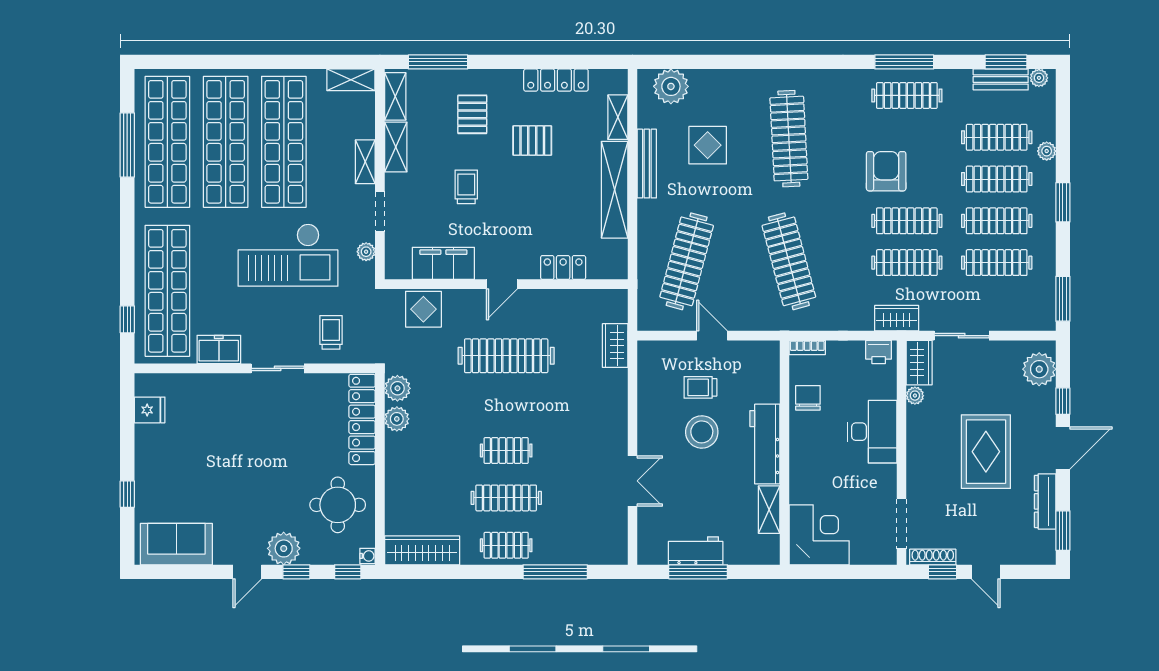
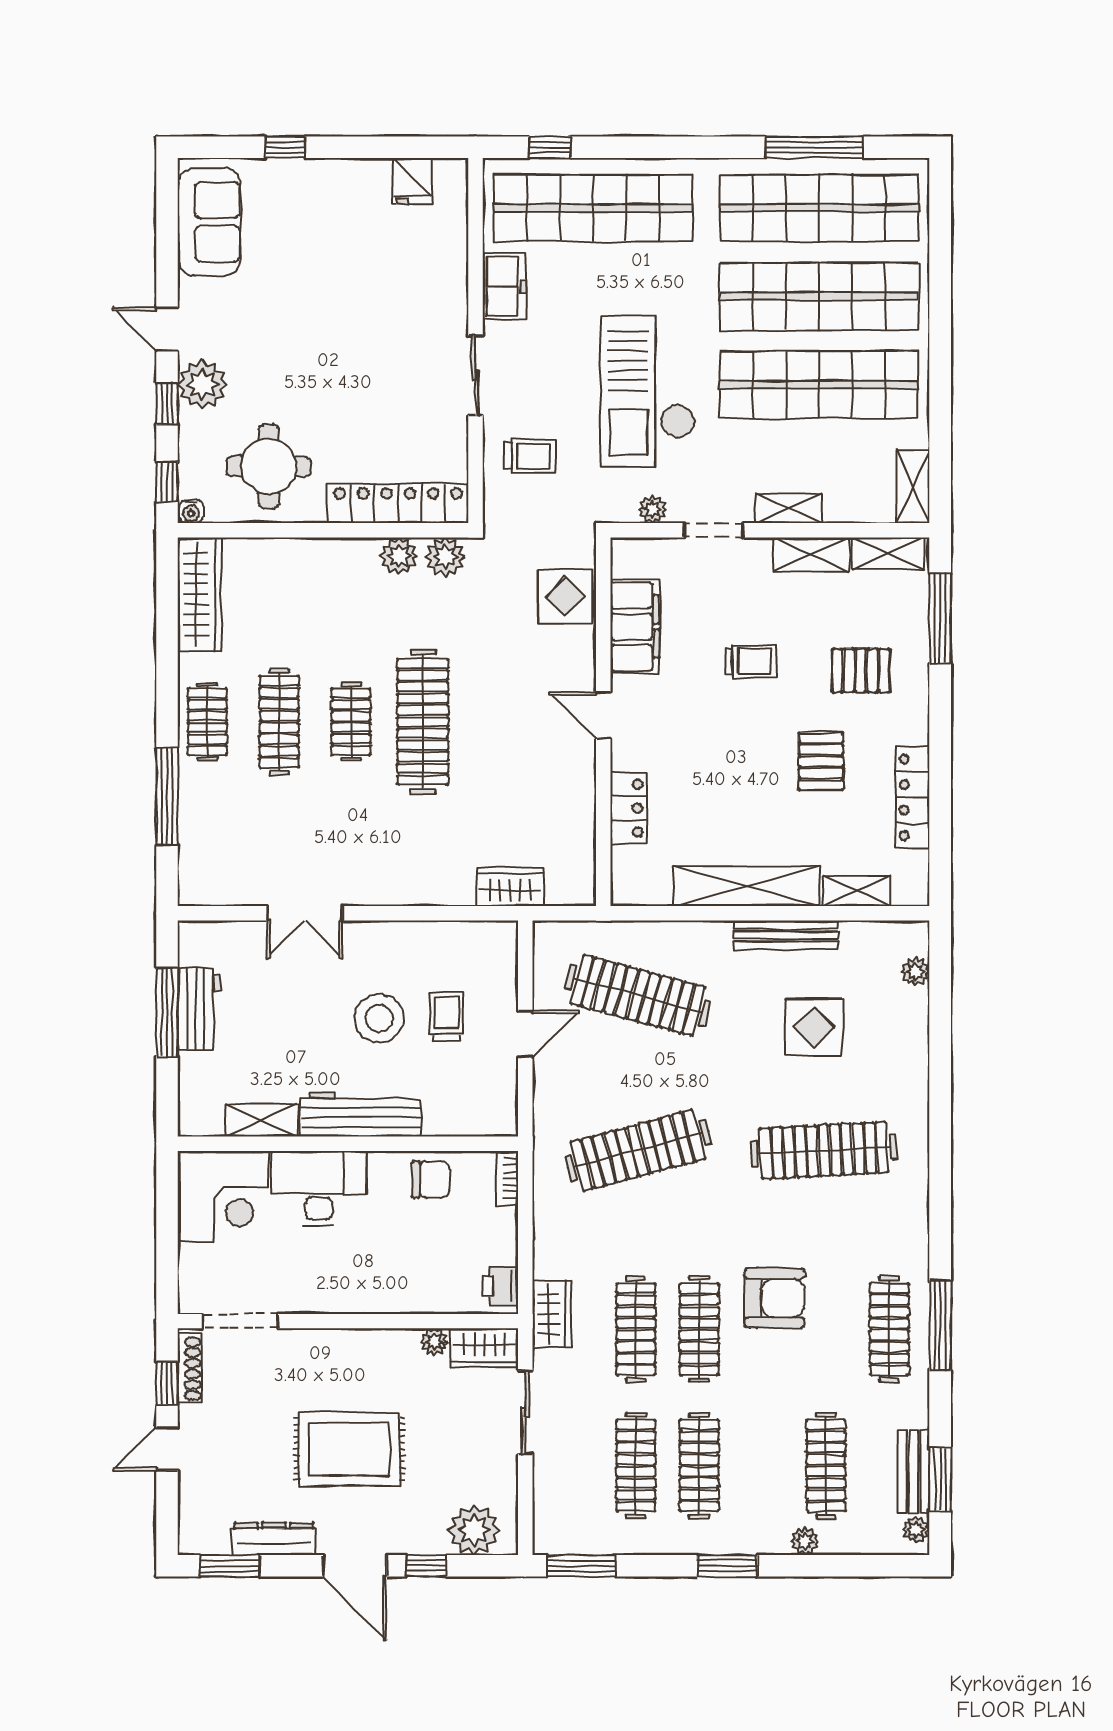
plant: (671, 86) -> (915, 972), width x0.53, depth x0.53
clothes rail: (997, 179) -> (763, 1466), removed
clothes rail: (506, 356) -> (423, 722), moved
desk: (872, 432) -> (319, 1188), moved, turned 180

